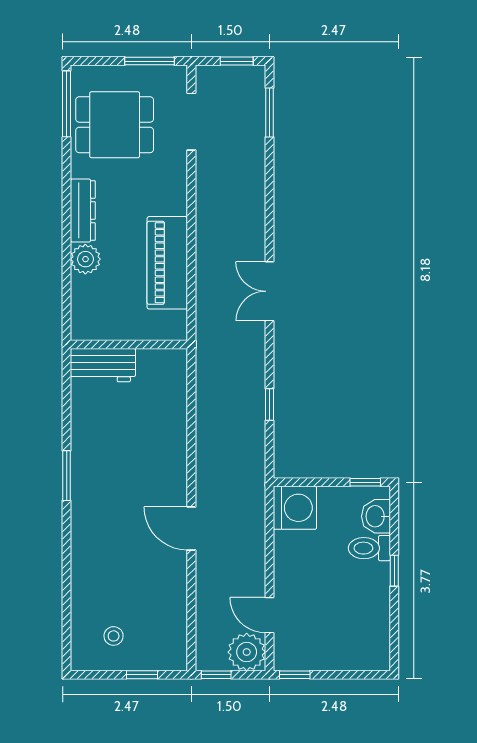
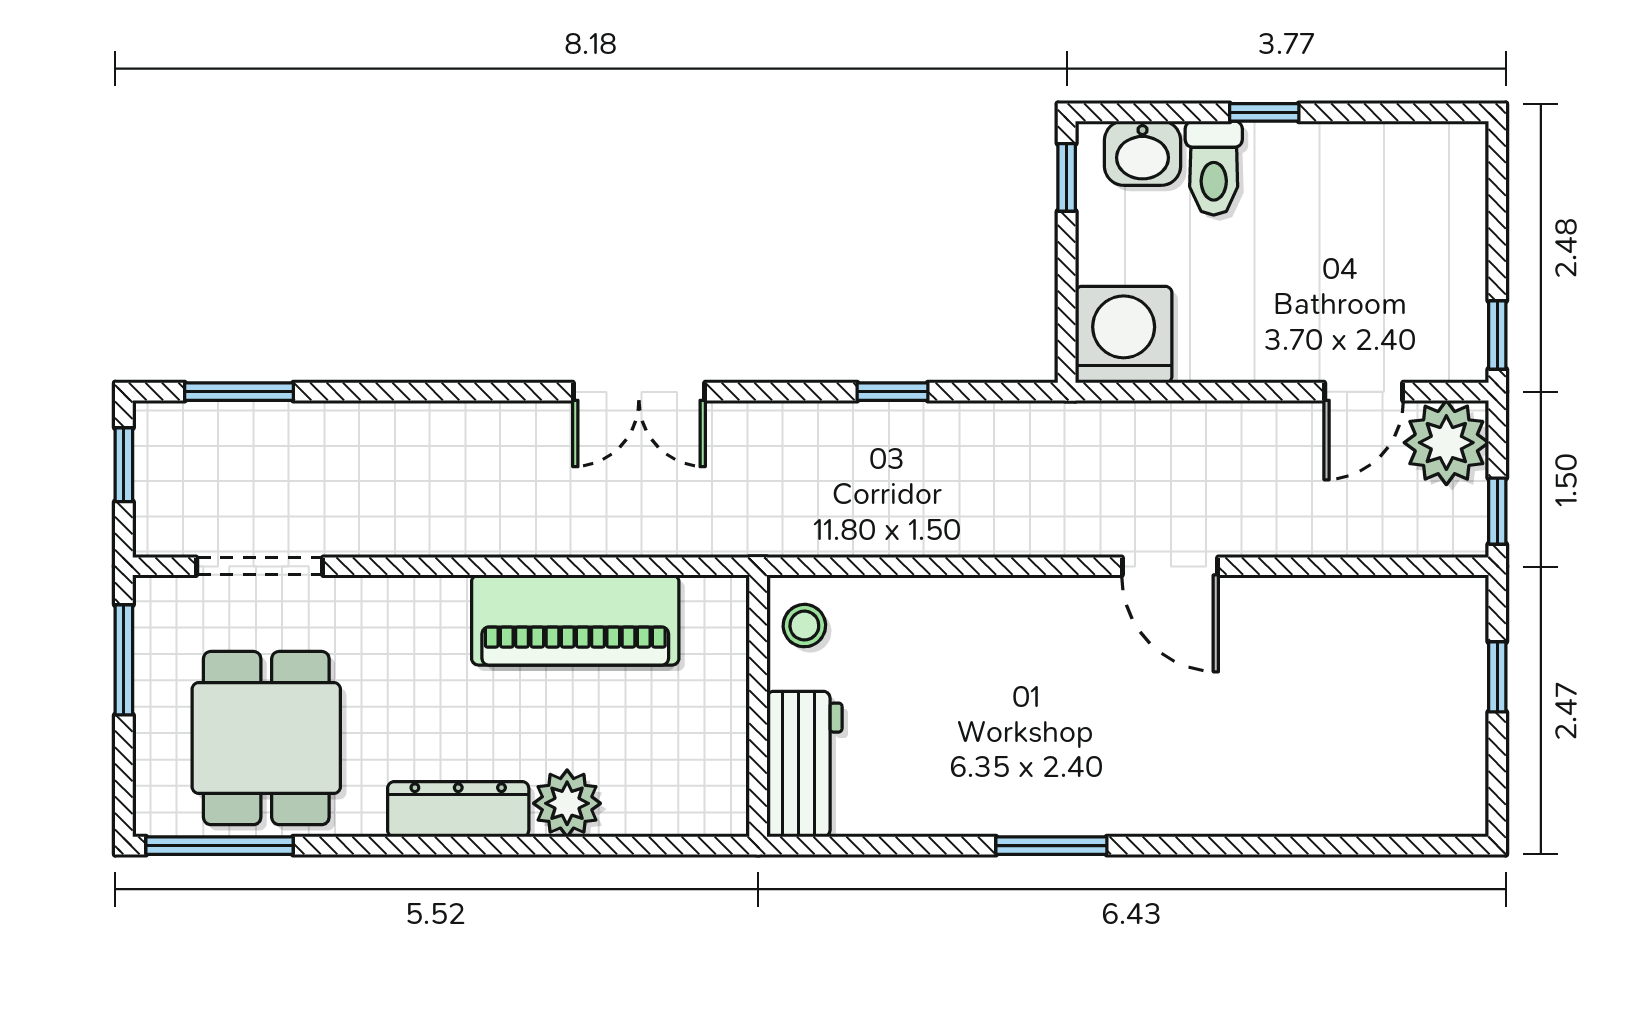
door: (191, 529) -> (1170, 566), hinge flipped
stool: (114, 636) -> (804, 626), moved

